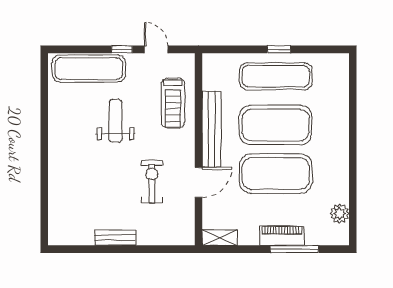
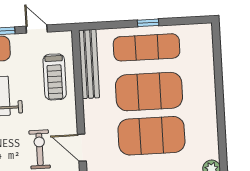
bench: (212, 129) -> (89, 64), moved
door: (199, 182) -> (82, 148), swing flipped

